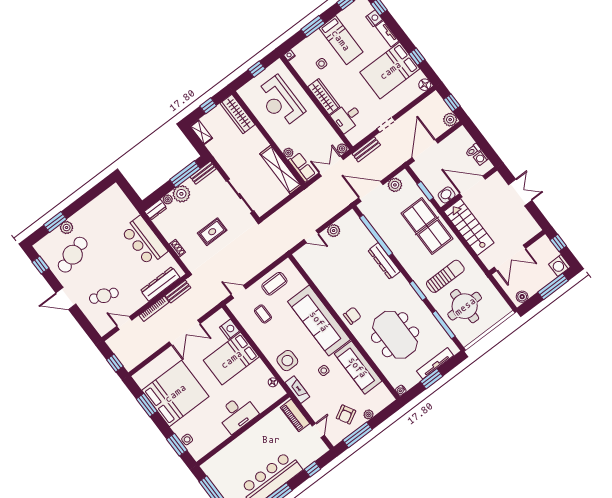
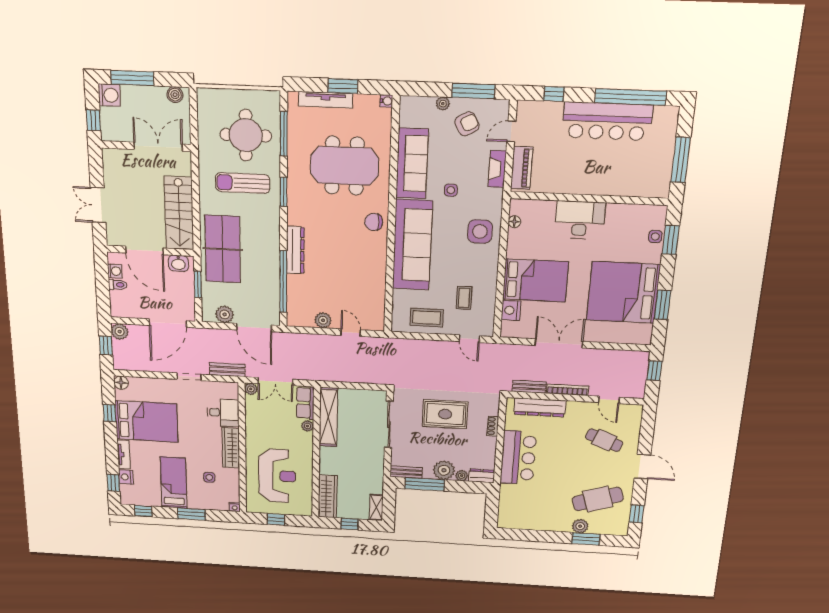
rug: (212, 232) -> (445, 414), width x1.36, depth x1.43
meeting table: (395, 335) -> (344, 166), turned 90
fireplace: (297, 390) -> (497, 169), moved

